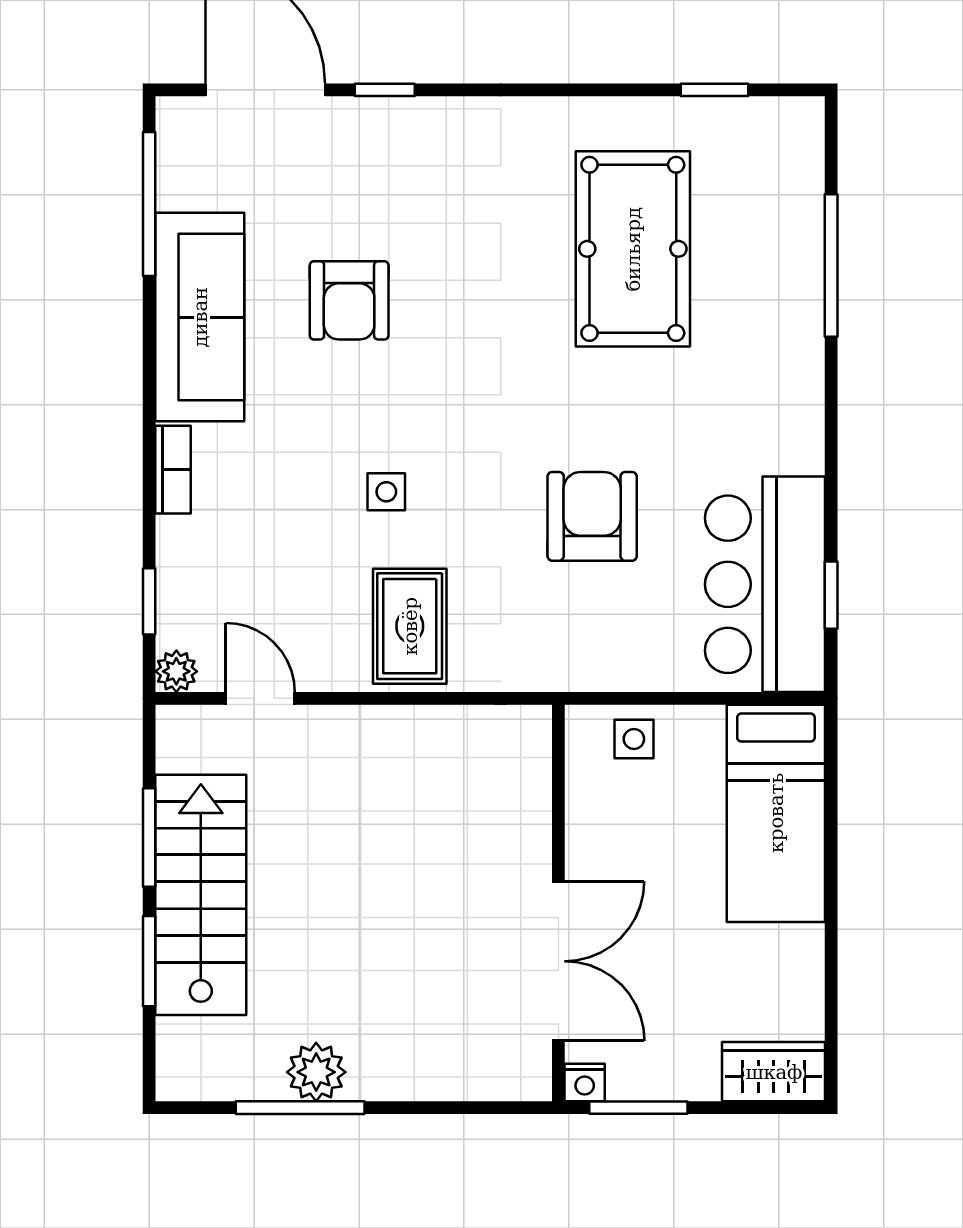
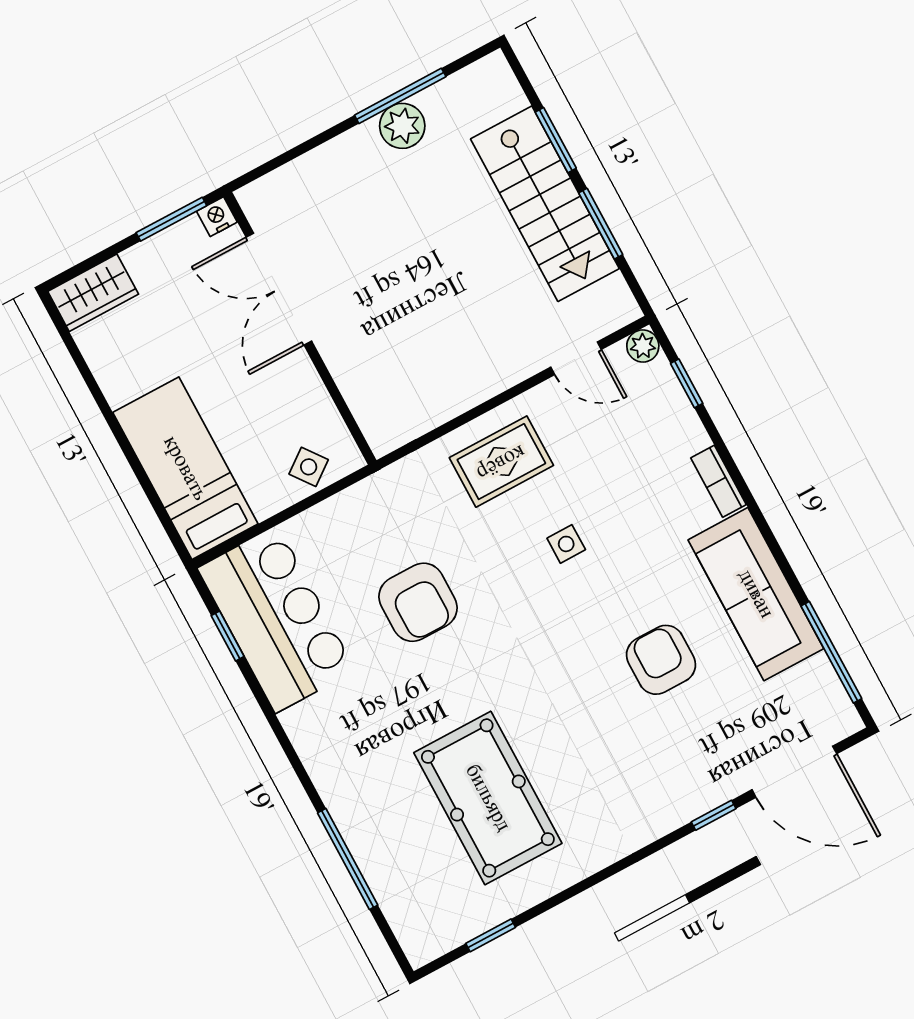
rug: (410, 626) -> (501, 462), turned 90
side table: (634, 739) -> (309, 467), turned -37

